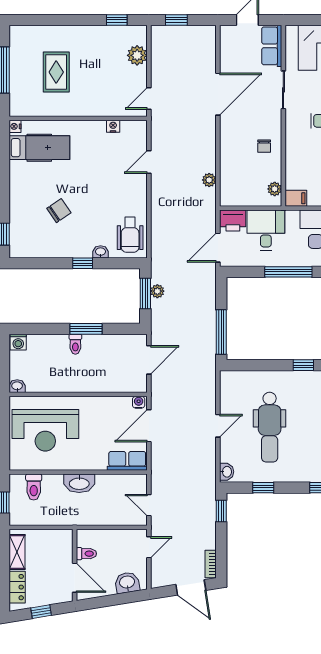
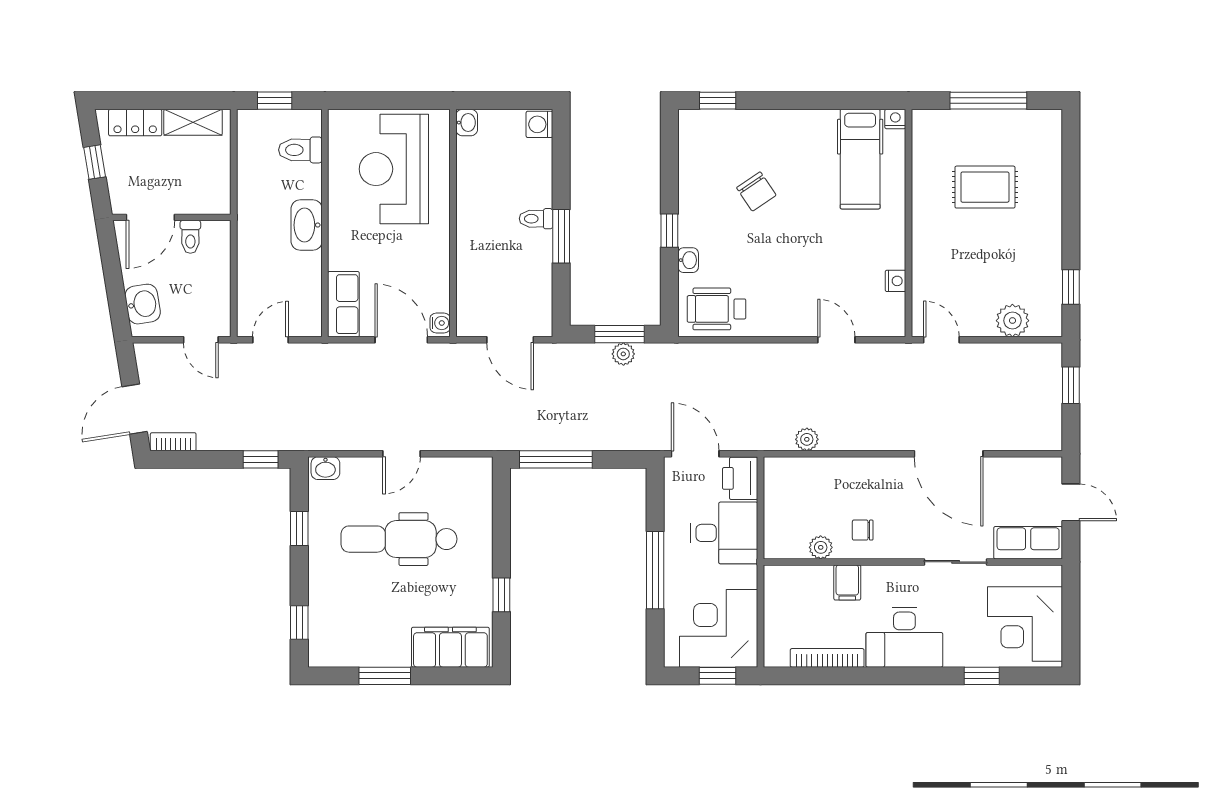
plant: (275, 189) -> (821, 547), moved
filing cabinet: (296, 198) -> (847, 582), moved
door: (218, 426) -> (401, 454), hinge flipped

